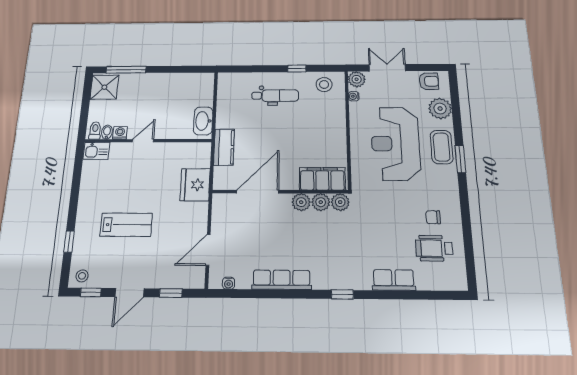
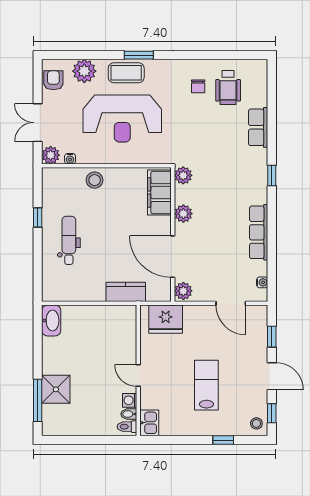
stool: (324, 84) -> (95, 180), moved
shower: (104, 87) -> (56, 389), moved
washbasin: (203, 121) -> (51, 320), moved, turned -90
toilet: (95, 130) -> (127, 427), moved
bidet: (107, 132) -> (129, 414), moved
washing machine: (120, 133) -> (130, 400), moved
door: (143, 141) -> (138, 376), moved
wall: (148, 141) -> (138, 370), moved
kitchen sink: (96, 151) -> (149, 423), moved
plant: (321, 202) -> (183, 291), moved

